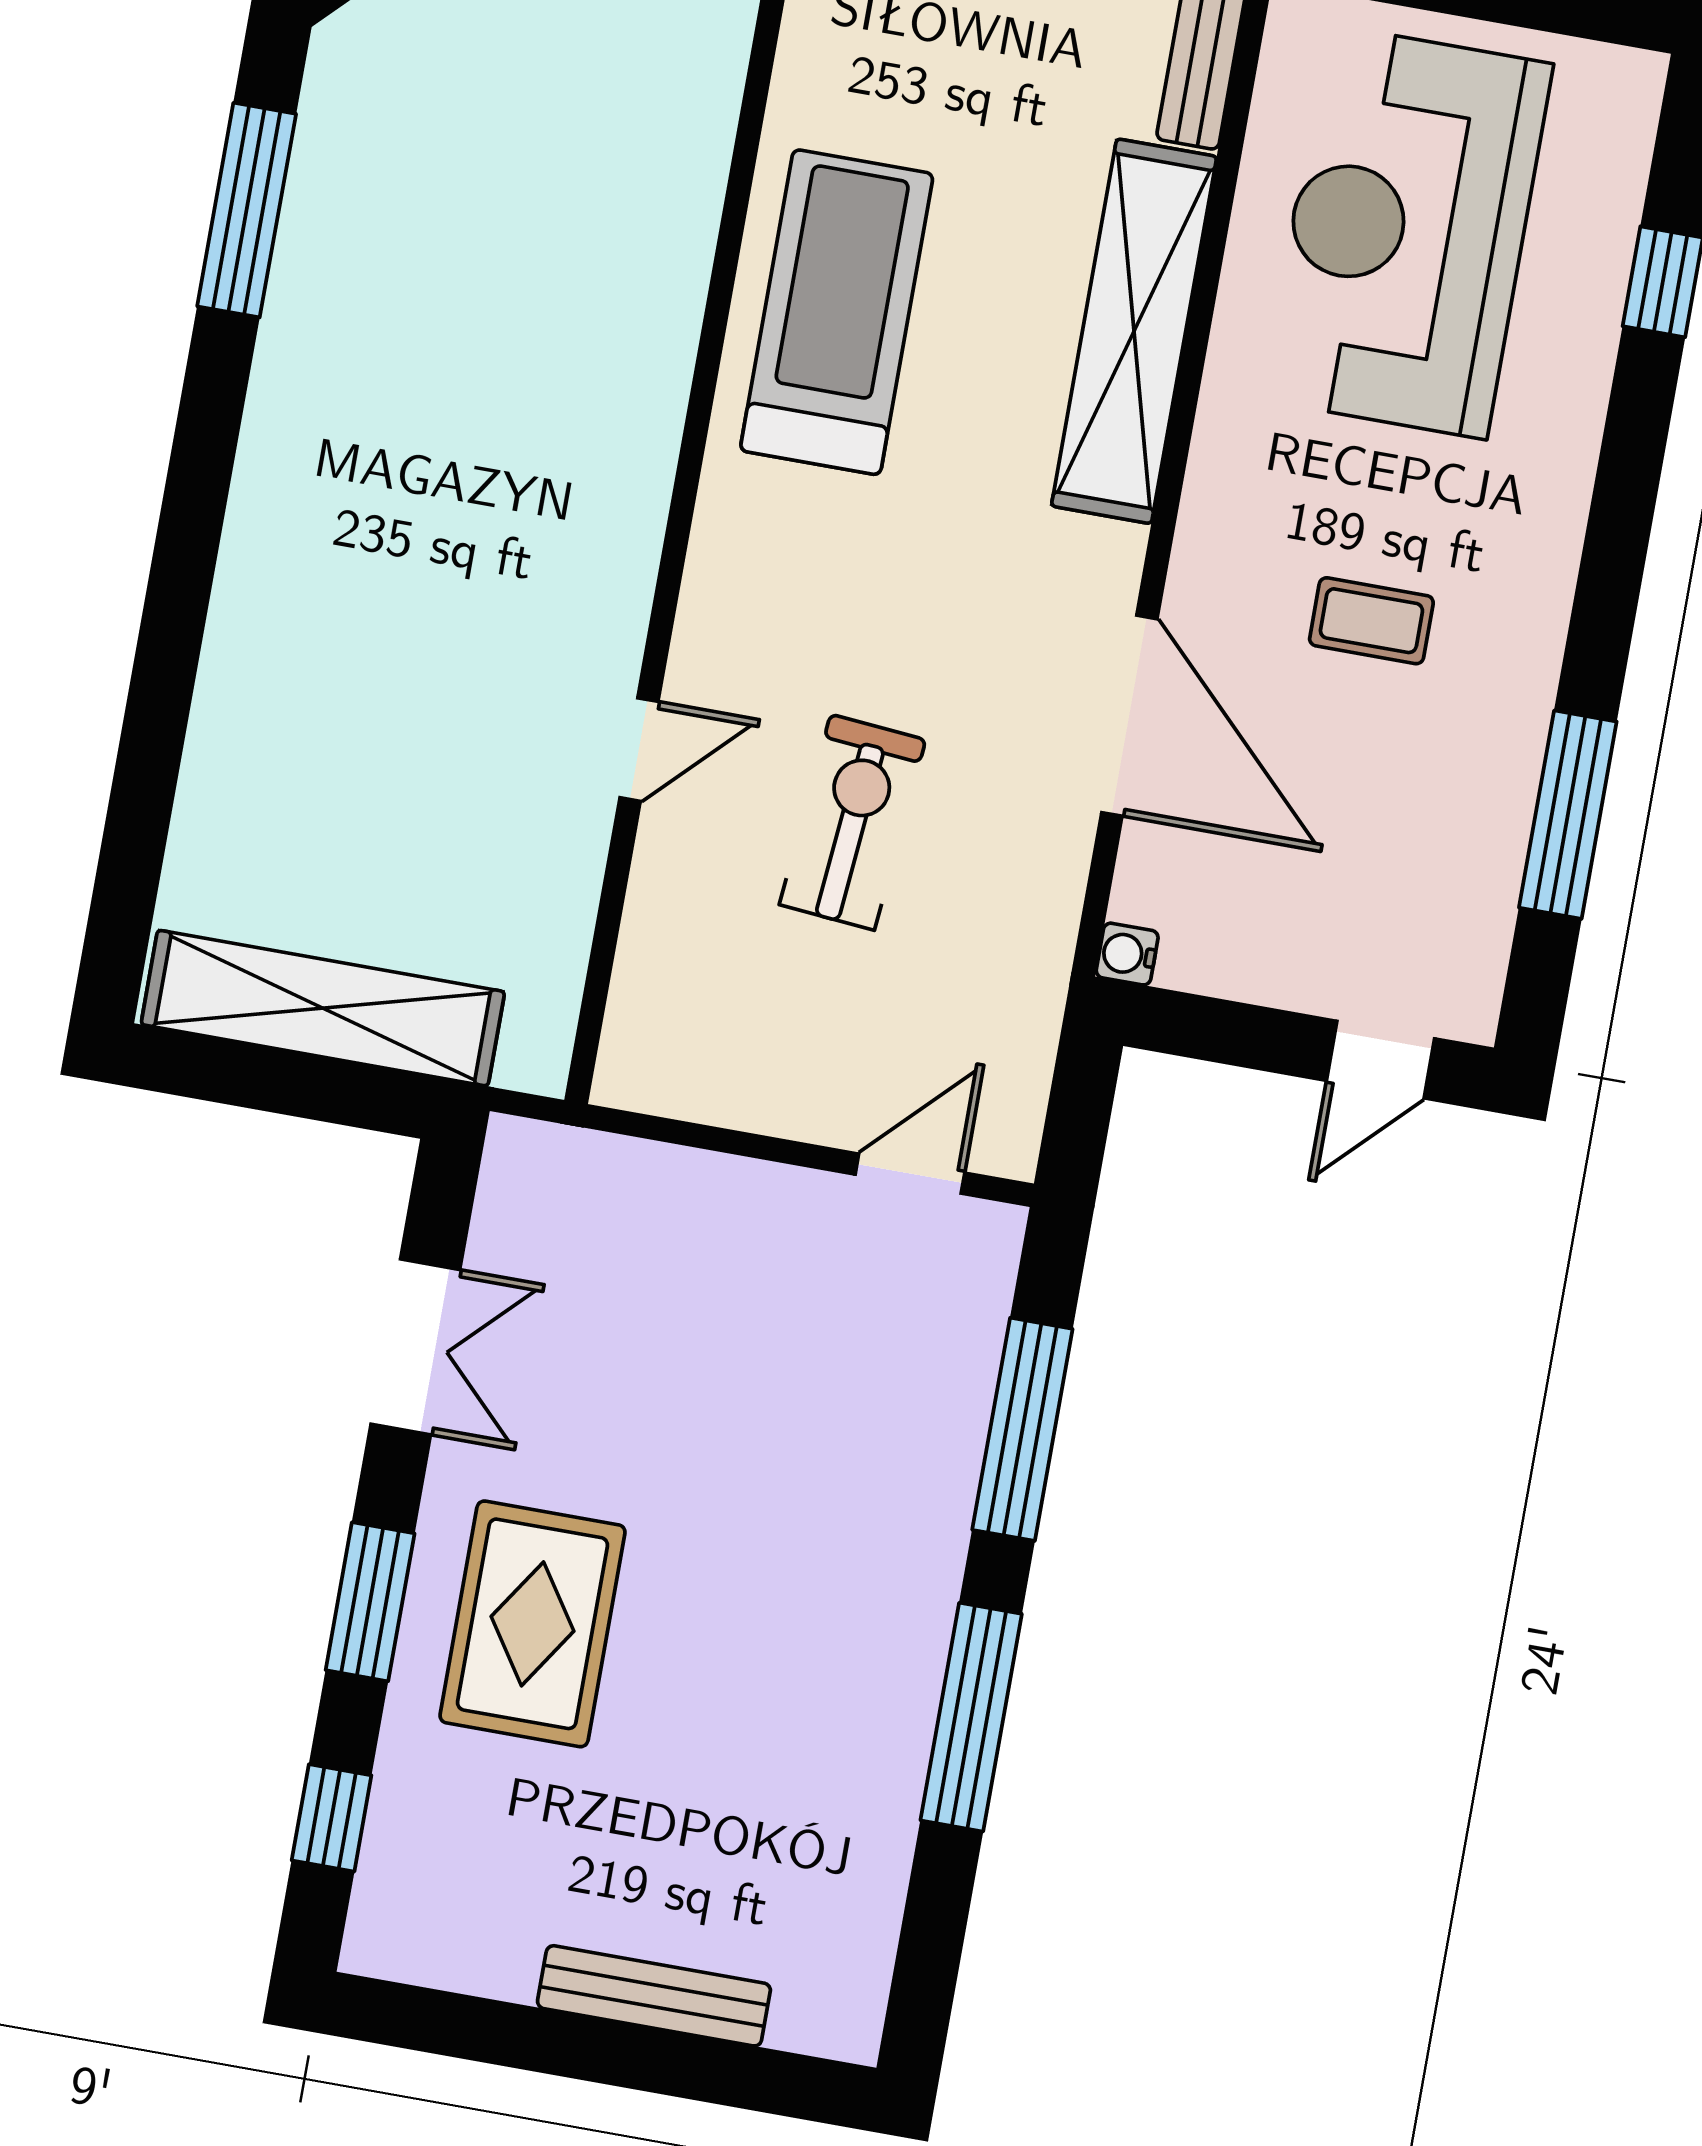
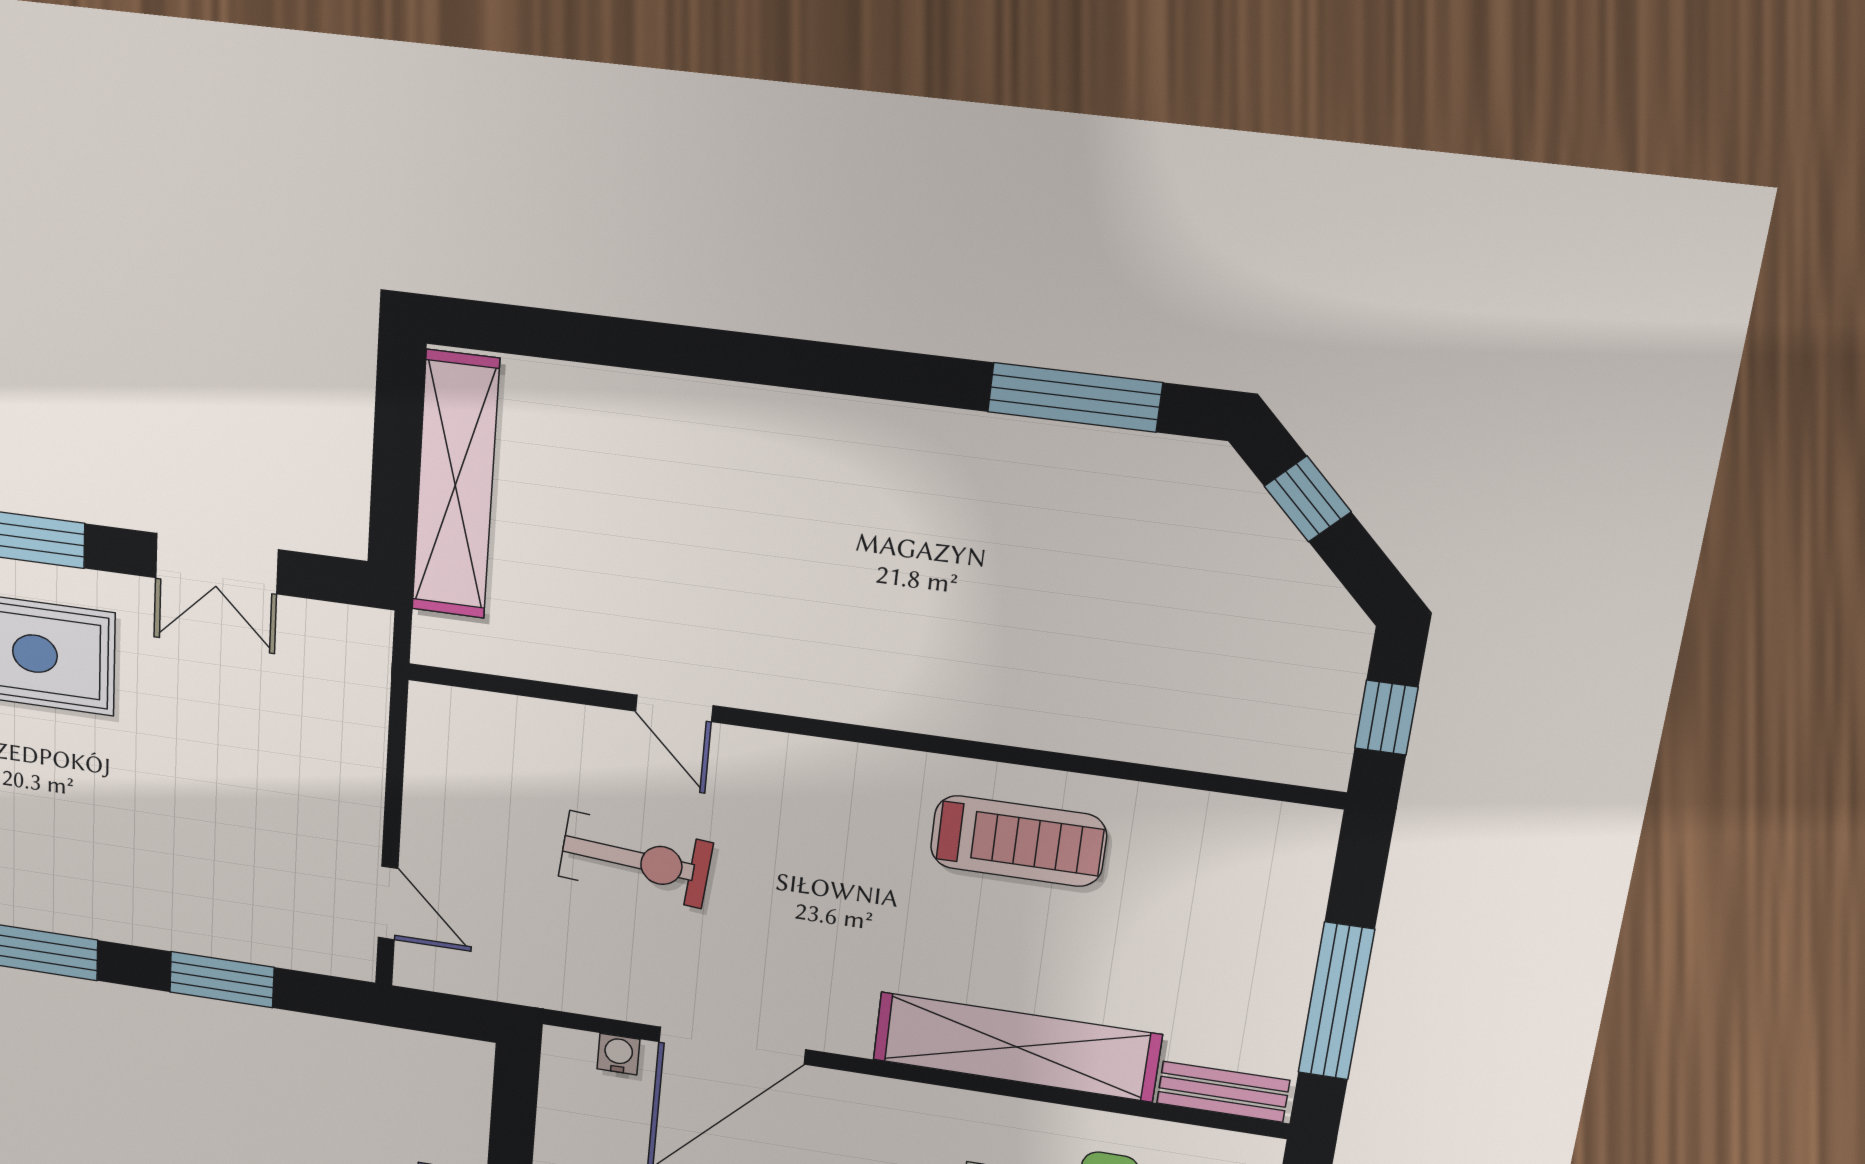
treadmill: (837, 312) -> (1018, 841), width x0.73, depth x0.73
water cooler: (1127, 954) -> (618, 1054), moved
window: (1022, 1429) -> (222, 980), width x0.69

